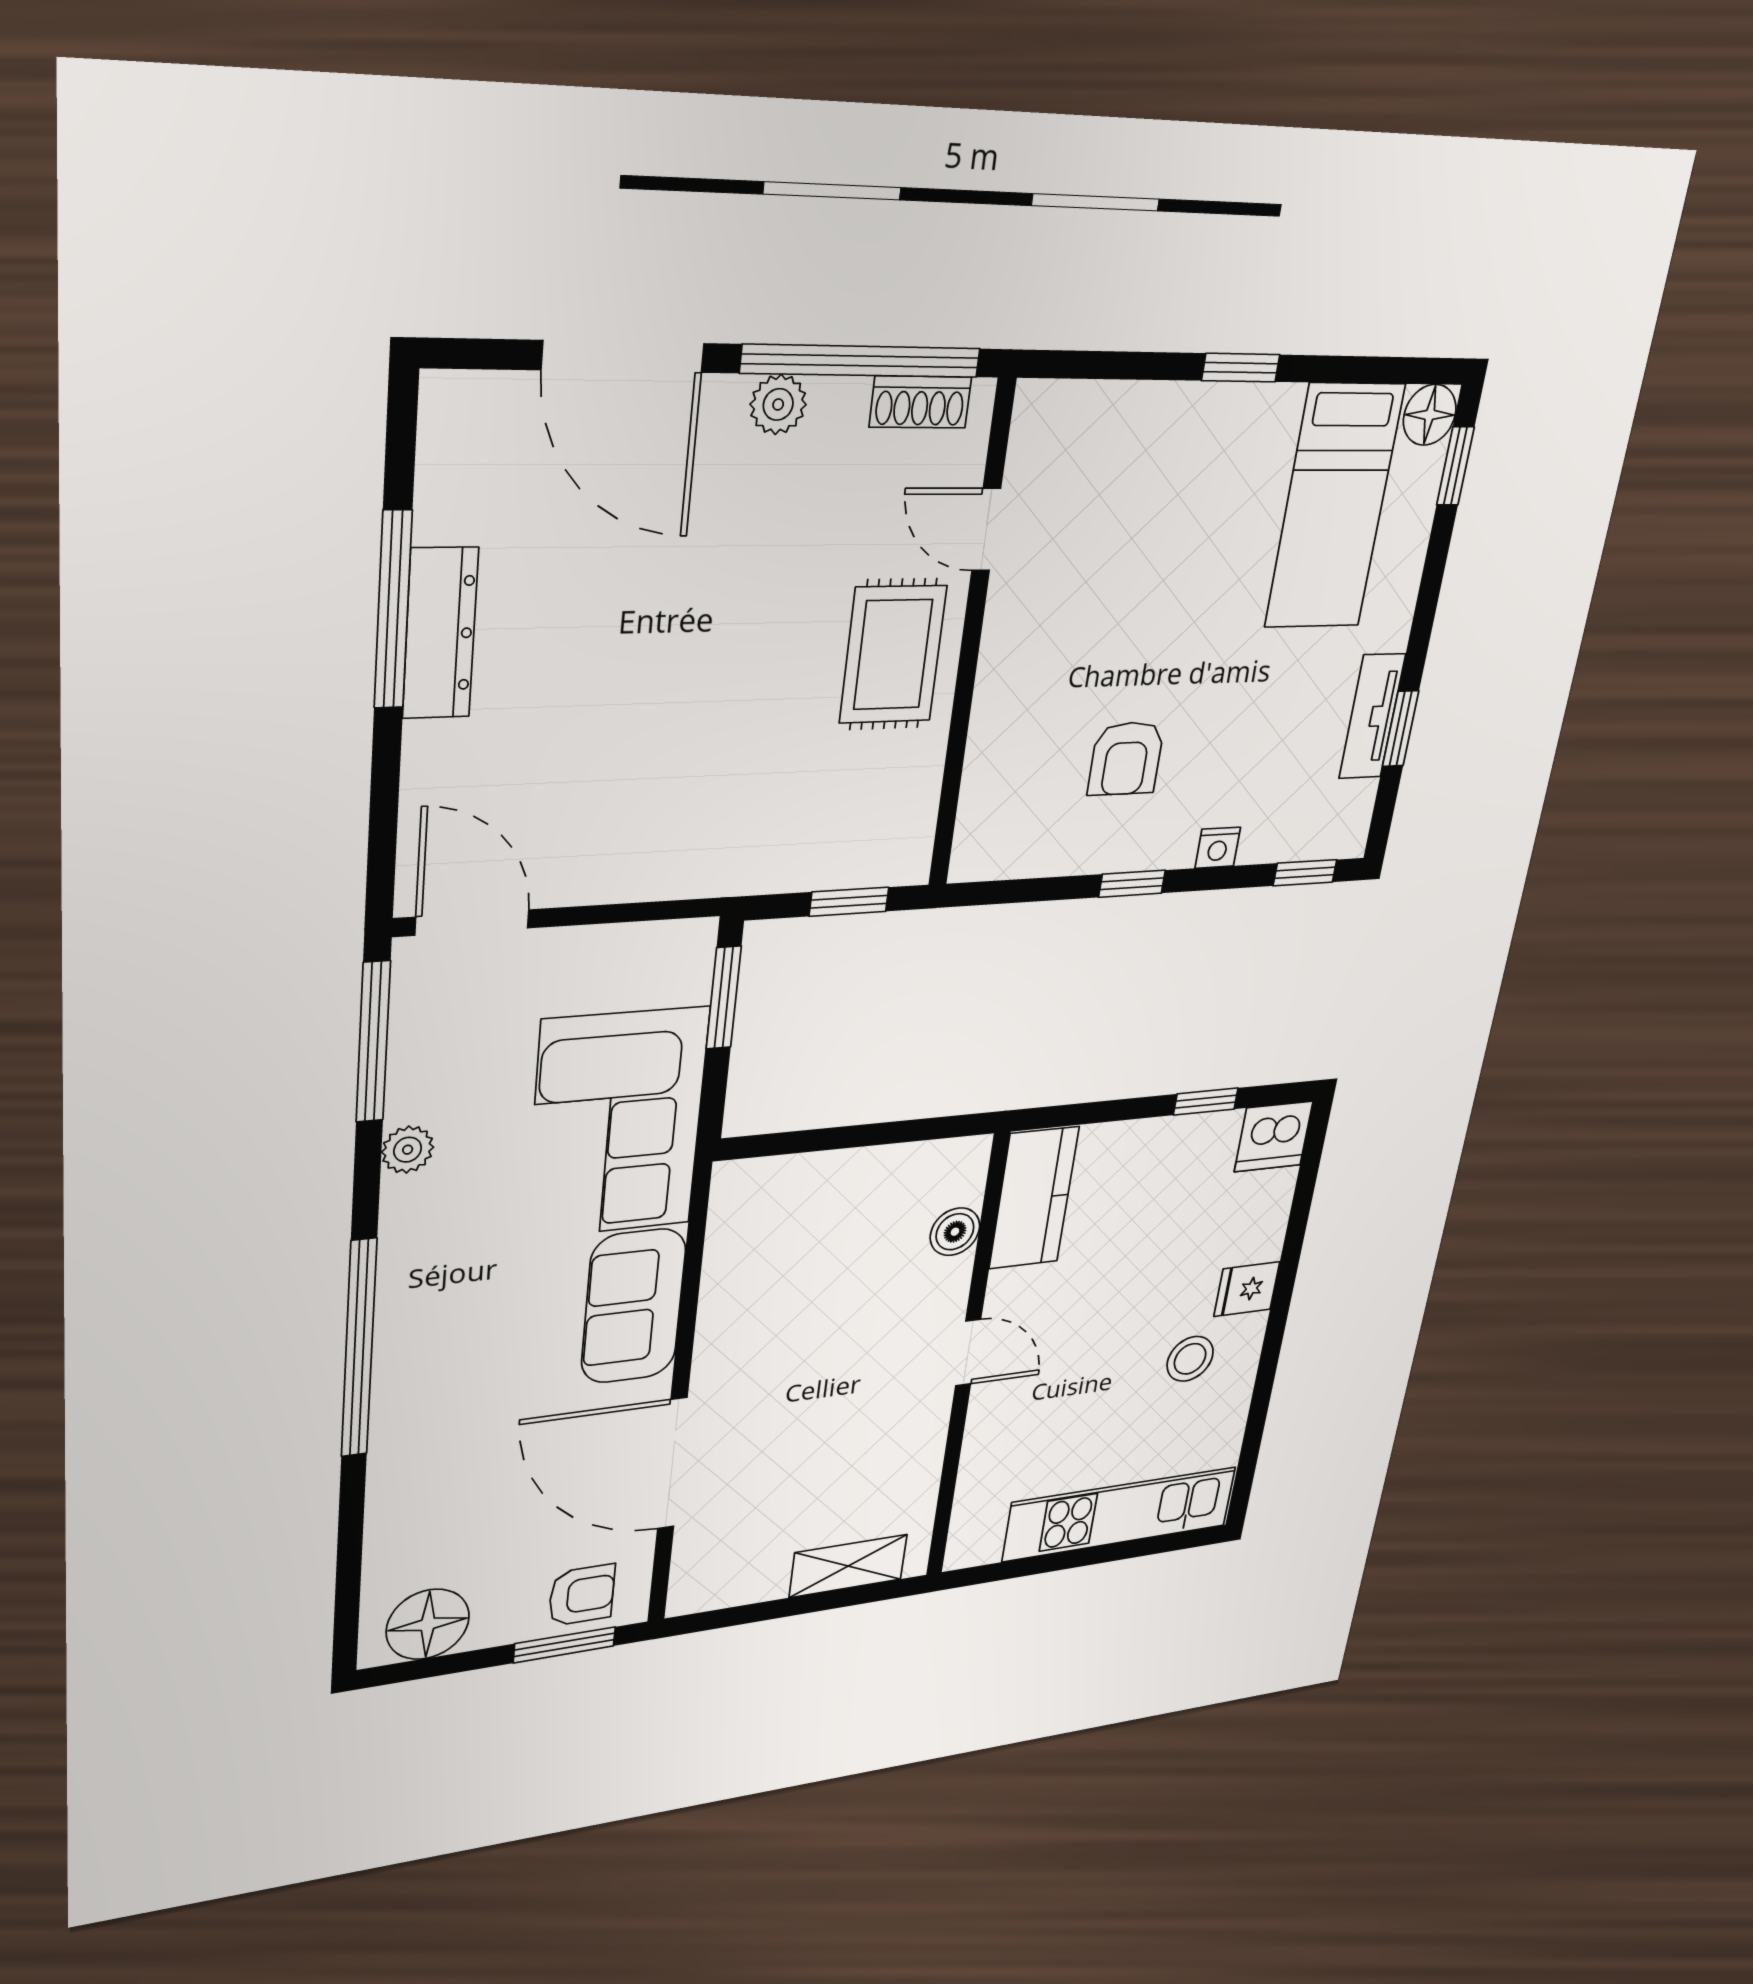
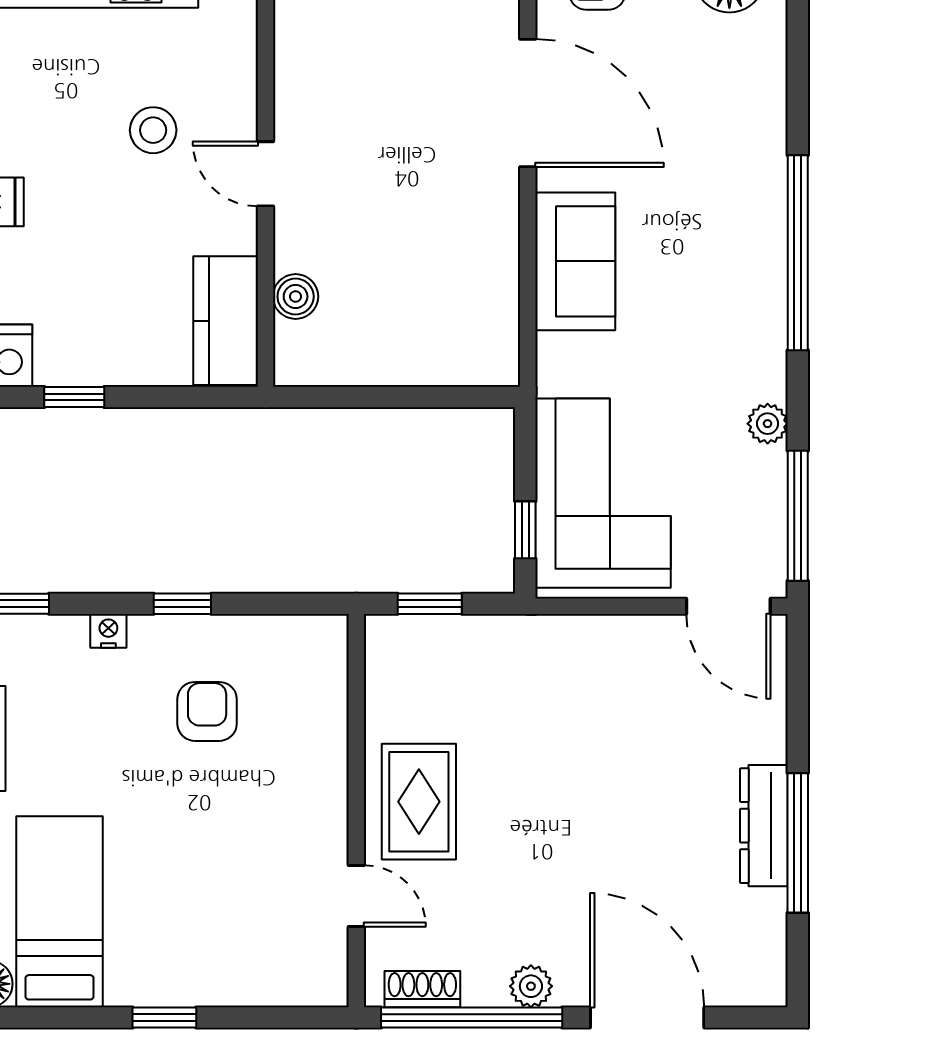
window: (724, 998) -> (525, 530), width x0.67
corner sofa: (617, 1123) -> (603, 493), moved
stool: (1190, 1359) -> (153, 130), moved

